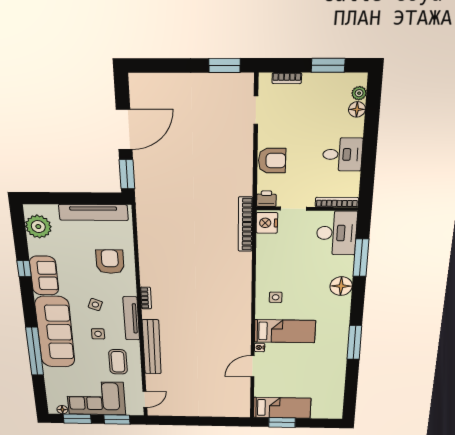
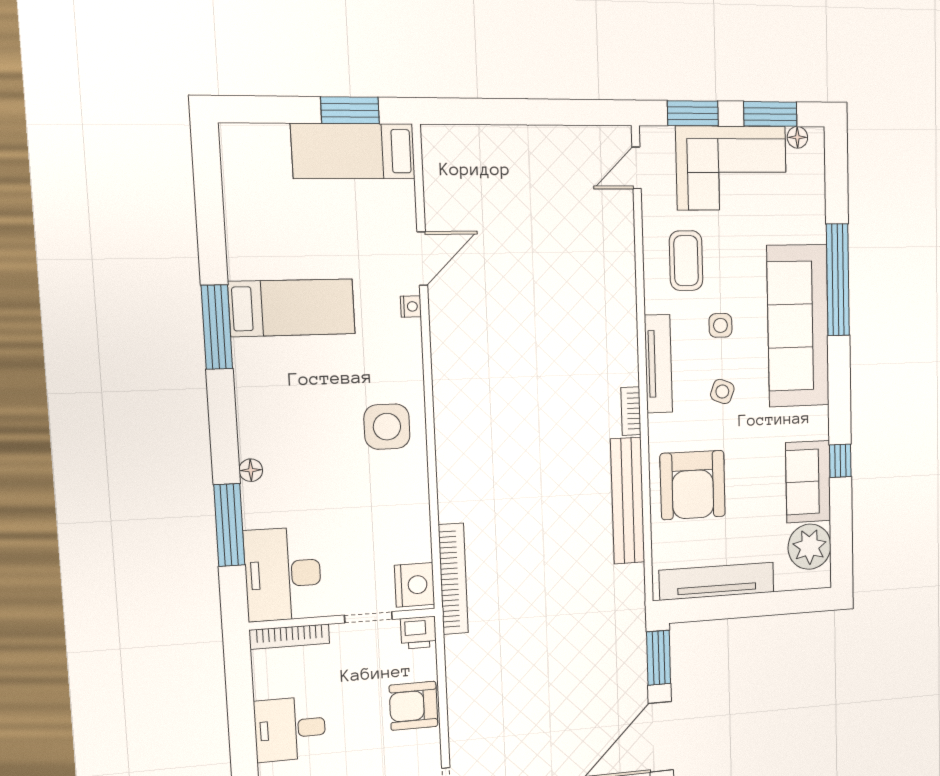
armchair: (110, 262) -> (693, 485), width x1.36, depth x1.36
sofa: (44, 276) -> (808, 482), moved
floor lamp: (341, 286) -> (251, 470), width x0.53, depth x0.53
side table: (276, 297) -> (387, 427), width x1.87, depth x1.87
bed: (285, 331) -> (292, 308), moved, turned 180
bench: (152, 347) -> (628, 501), moved

